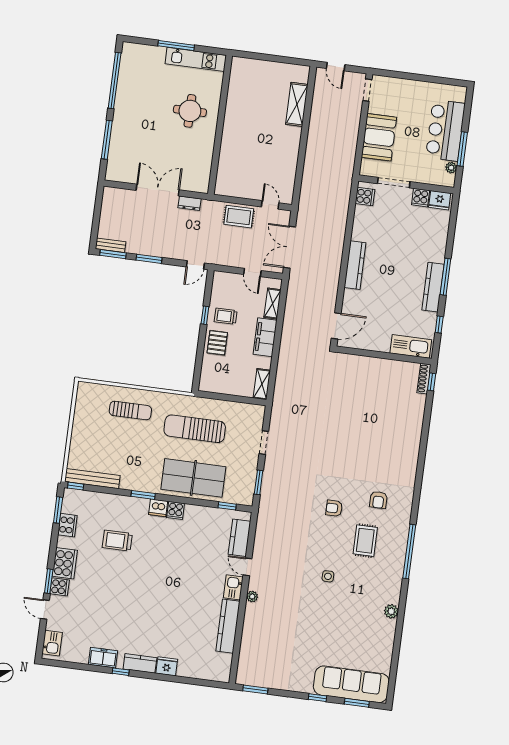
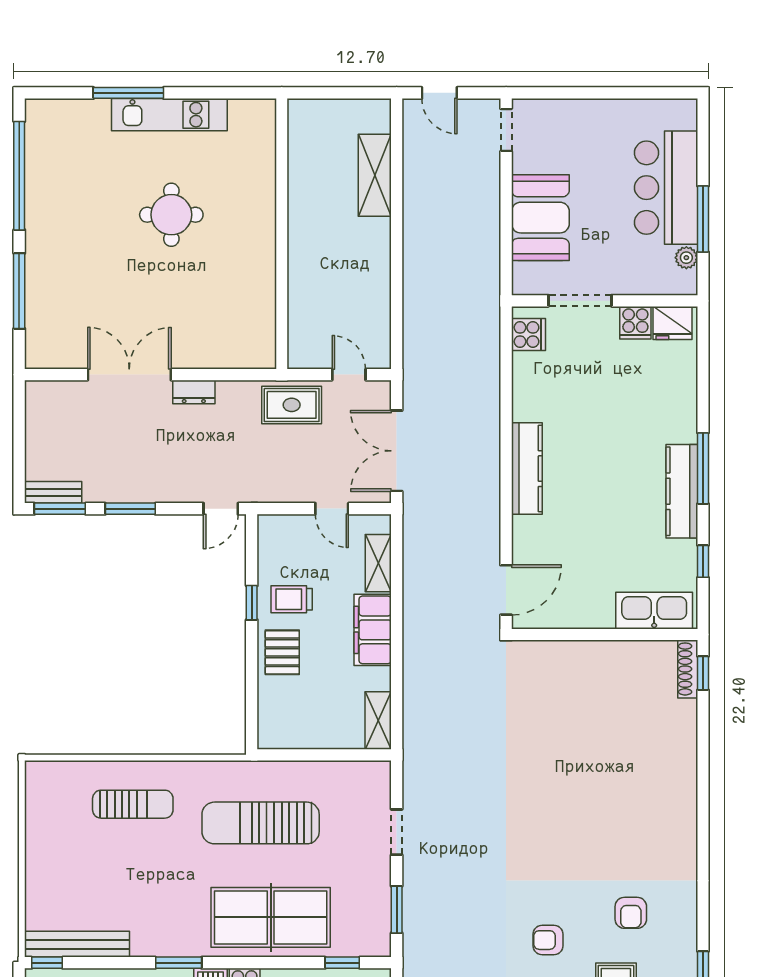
wall: (220, 125) -> (282, 234), moved

